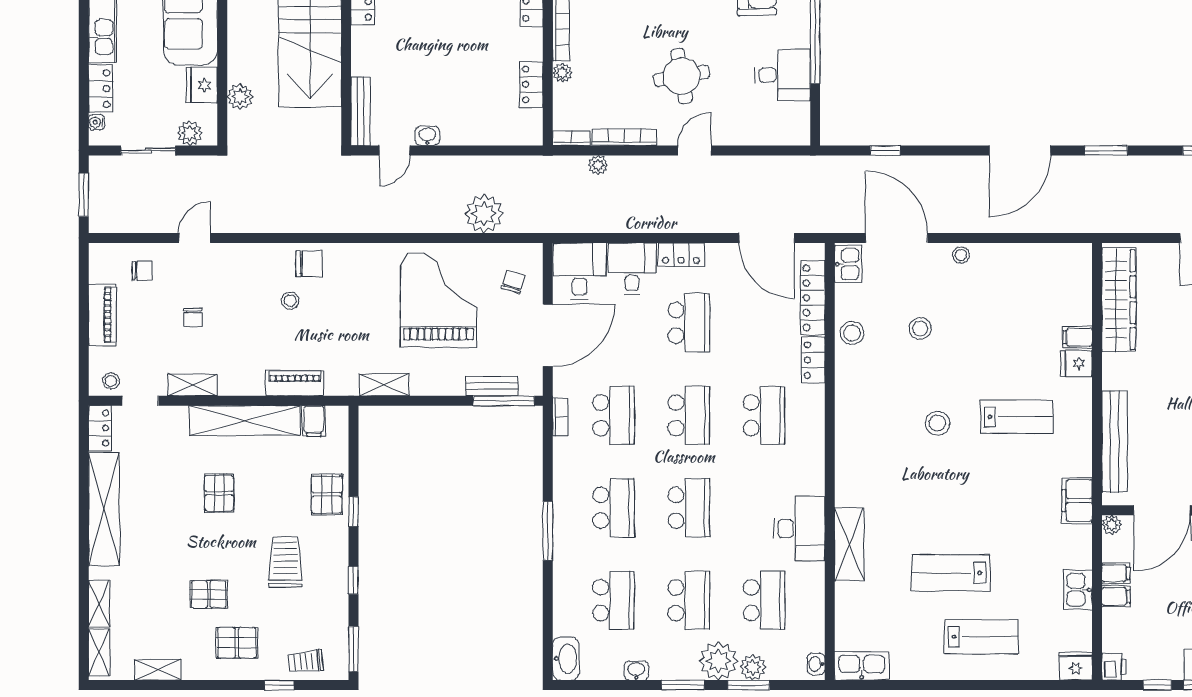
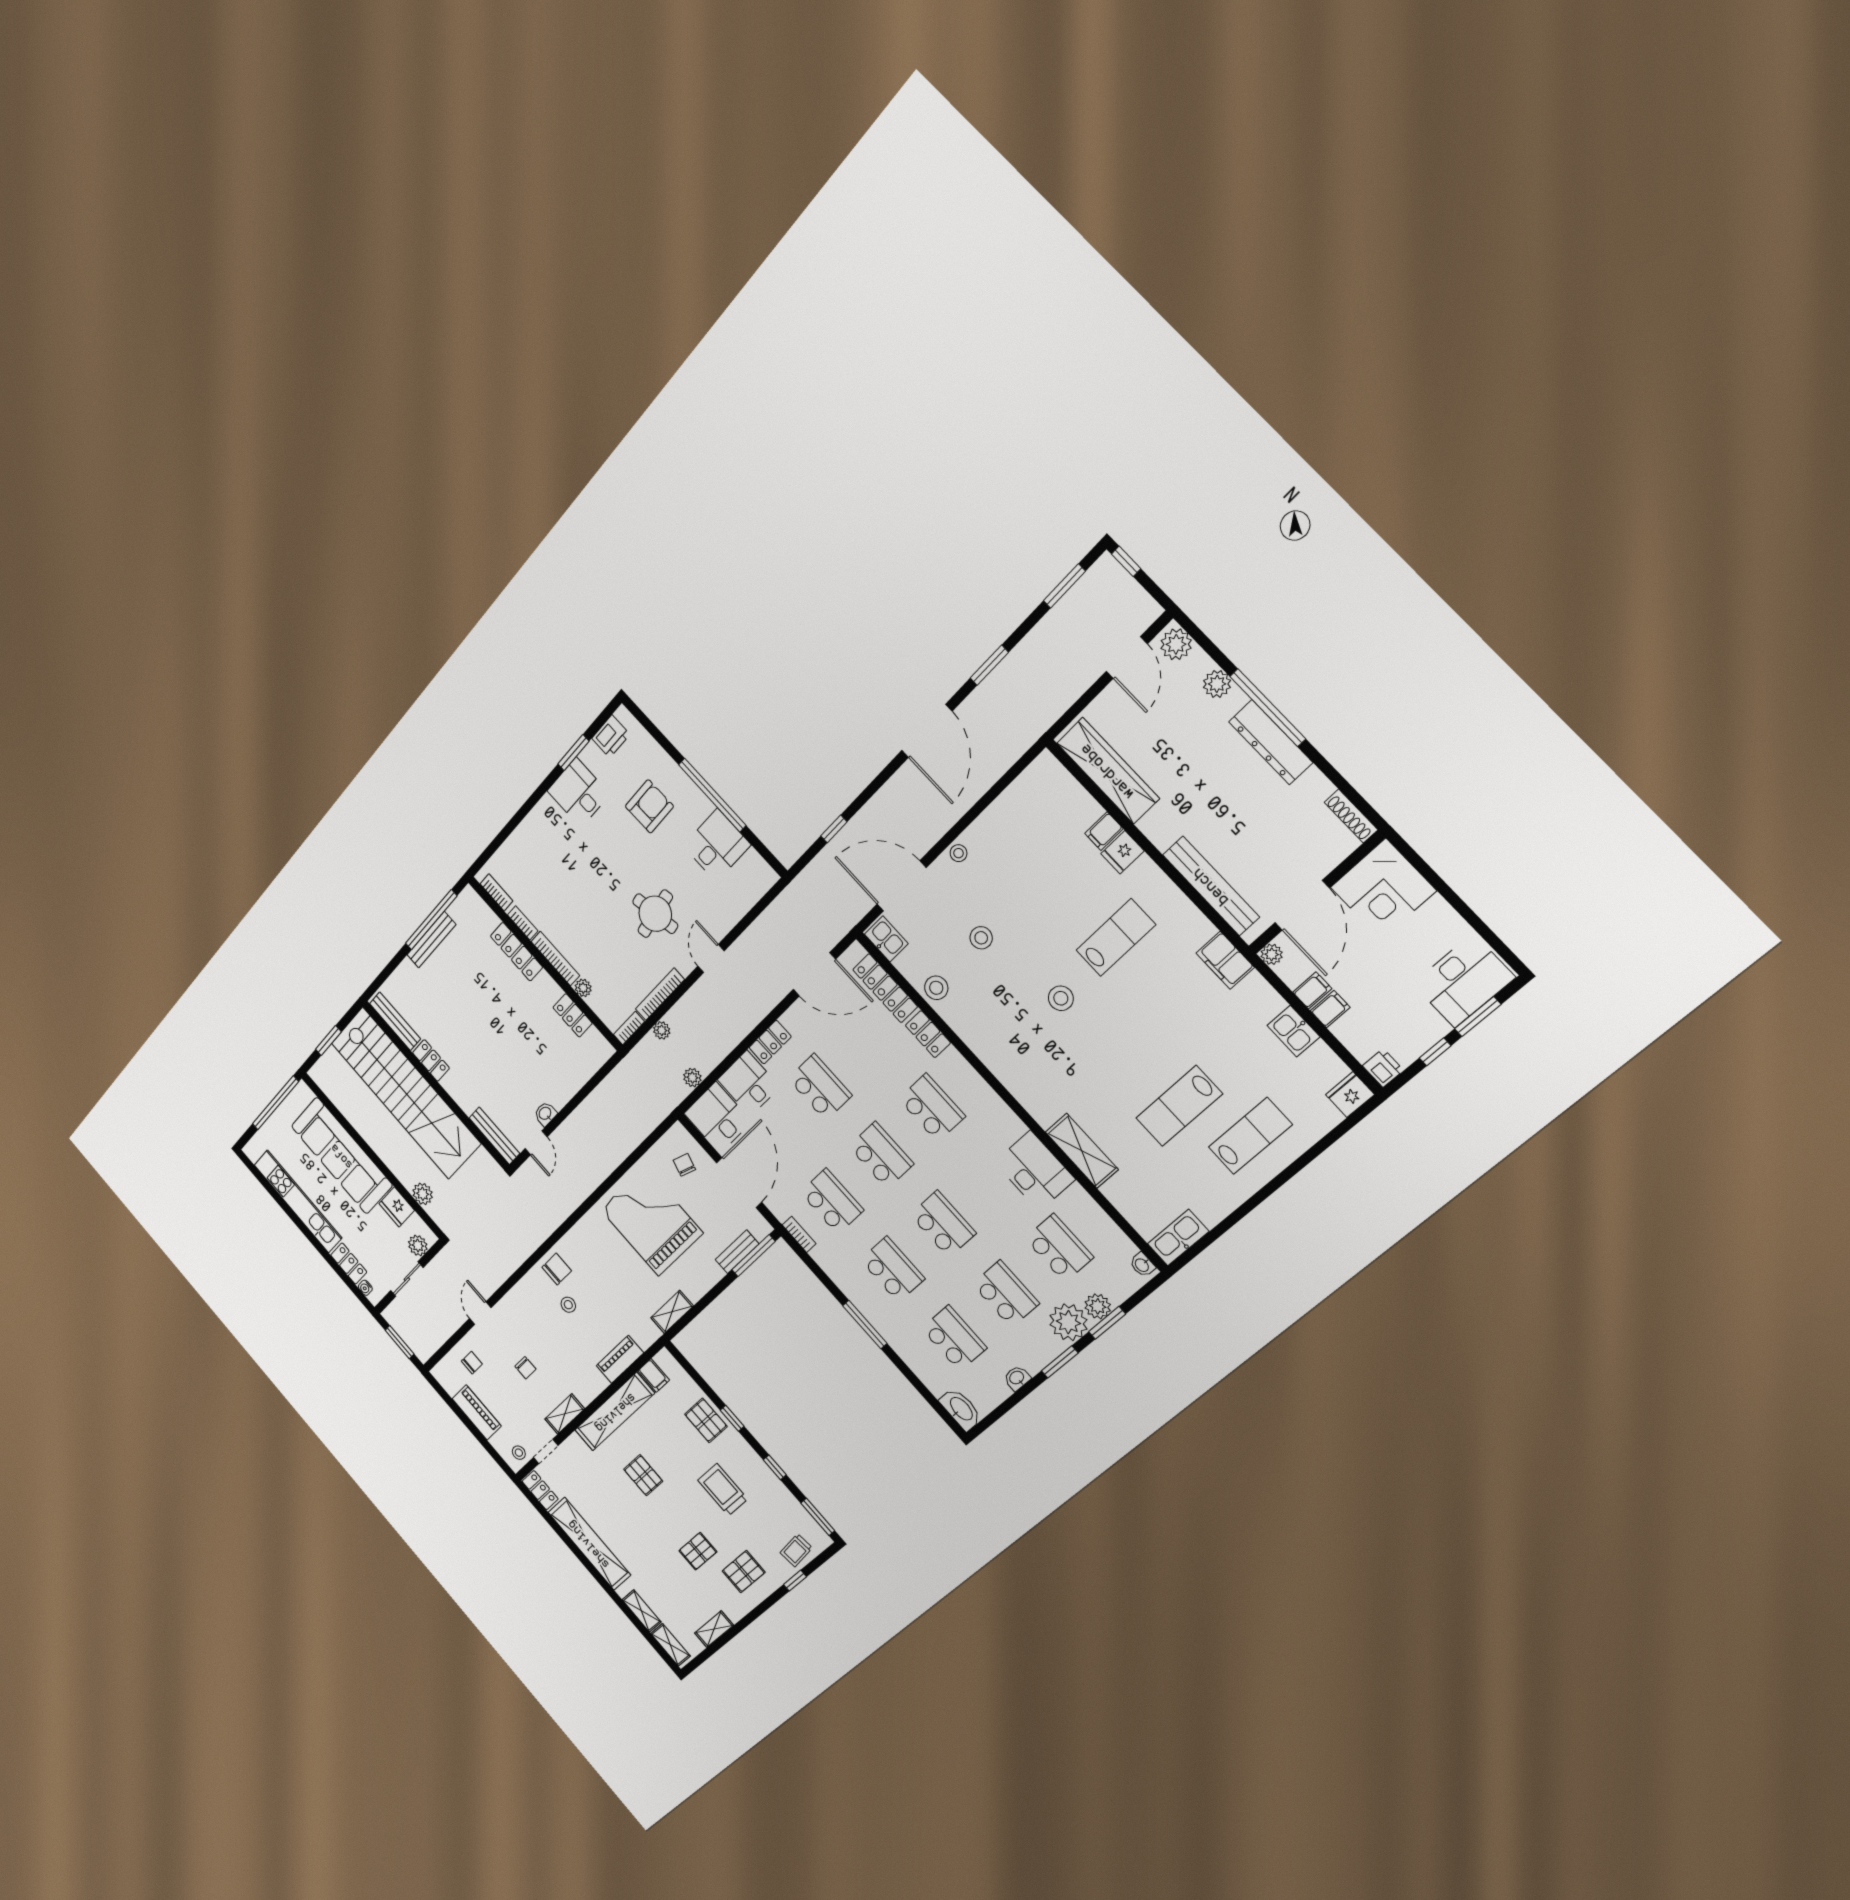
plant: (484, 214) -> (692, 1078), moved, width x0.53, depth x0.53

